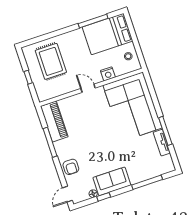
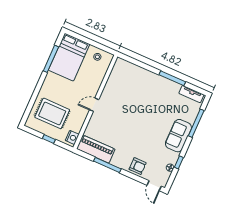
nightstand: (108, 74) -> (72, 137), moved
corner sofa: (132, 107) -> (135, 86), removed
tv unit: (162, 143) -> (191, 94), moved
sofa: (112, 181) -> (178, 136), moved

